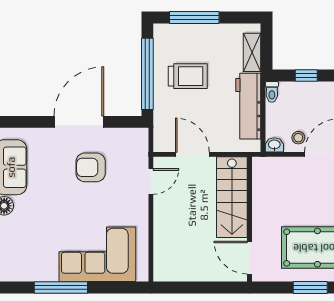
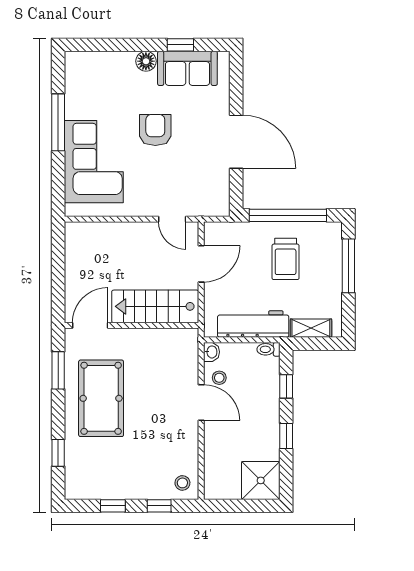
armchair: (91, 167) -> (155, 130), moved
window: (310, 287) -> (58, 370), moved

